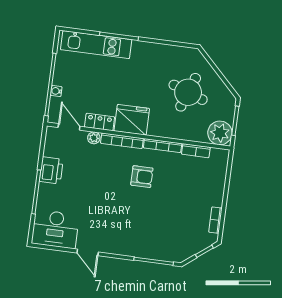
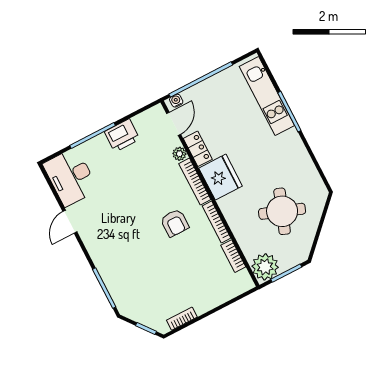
water cooler: (56, 91) -> (176, 101), moved

